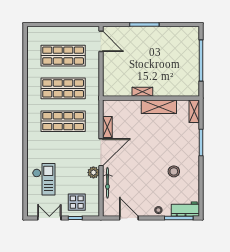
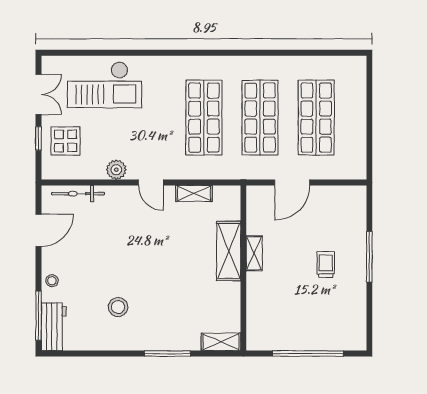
door: (101, 41) -> (292, 182), moved
trolley: (149, 50) -> (326, 265), added
shelving: (159, 107) -> (229, 251), moved
door: (101, 152) -> (151, 182), width x0.53
checkout: (44, 179) -> (105, 85), width x1.36, depth x1.21
bicycle: (107, 183) -> (78, 194), moved

